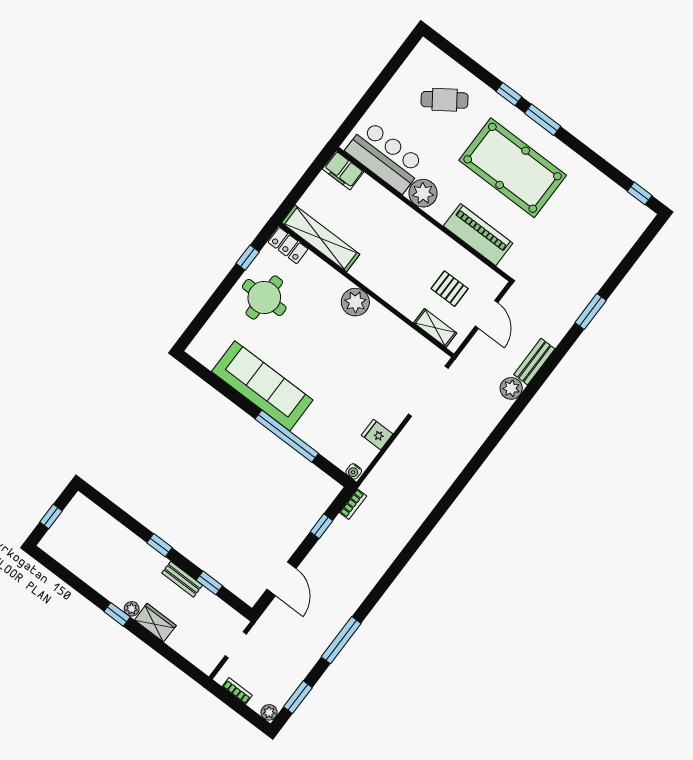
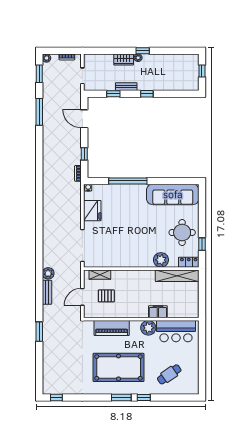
filing cabinet: (343, 170) -> (158, 312), moved
plant: (355, 302) -> (161, 260), moved
door: (487, 314) -> (82, 297), hinge flipped
sofa: (262, 386) -> (173, 194), moved
fridge: (377, 435) -> (92, 211), width x1.88, depth x1.34

